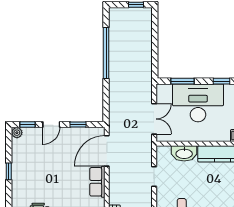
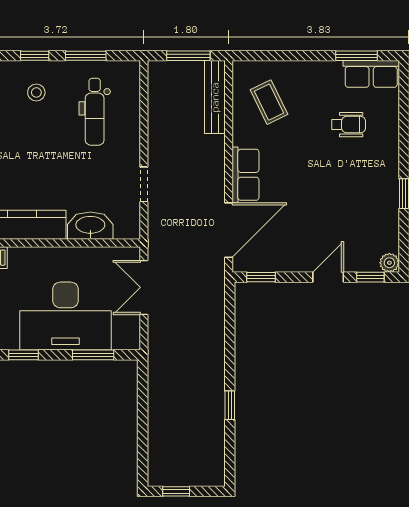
window: (106, 53) -> (230, 405), width x0.32
window: (78, 125) -> (261, 277), moved

